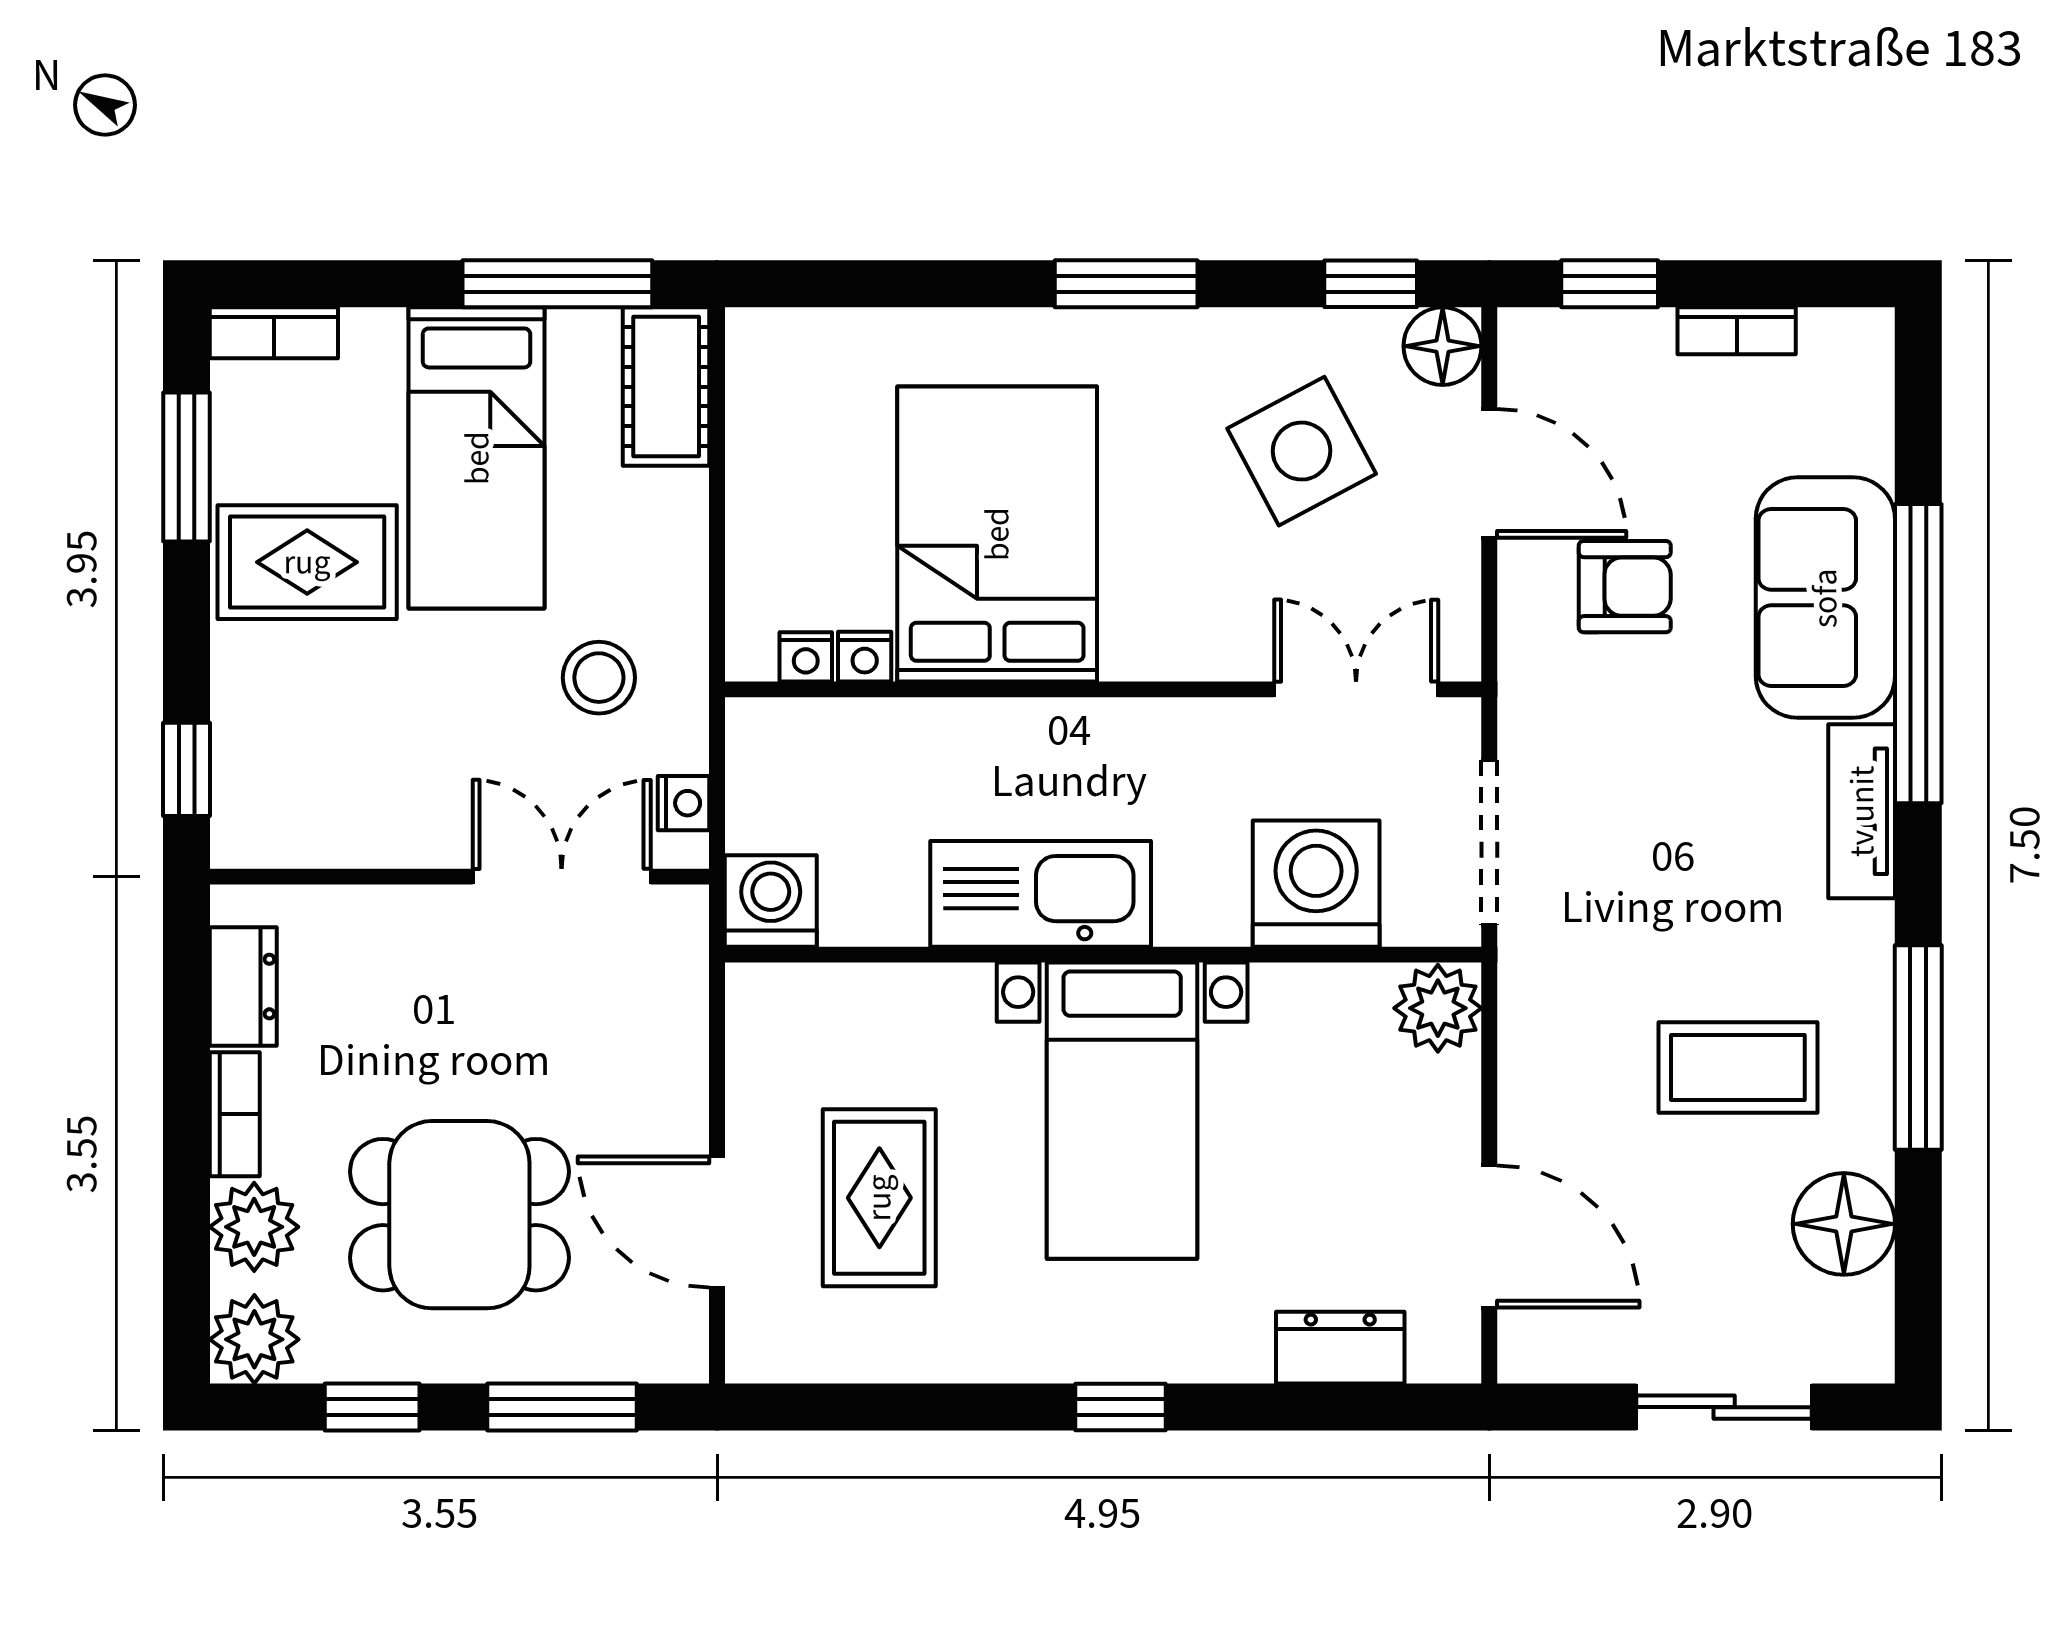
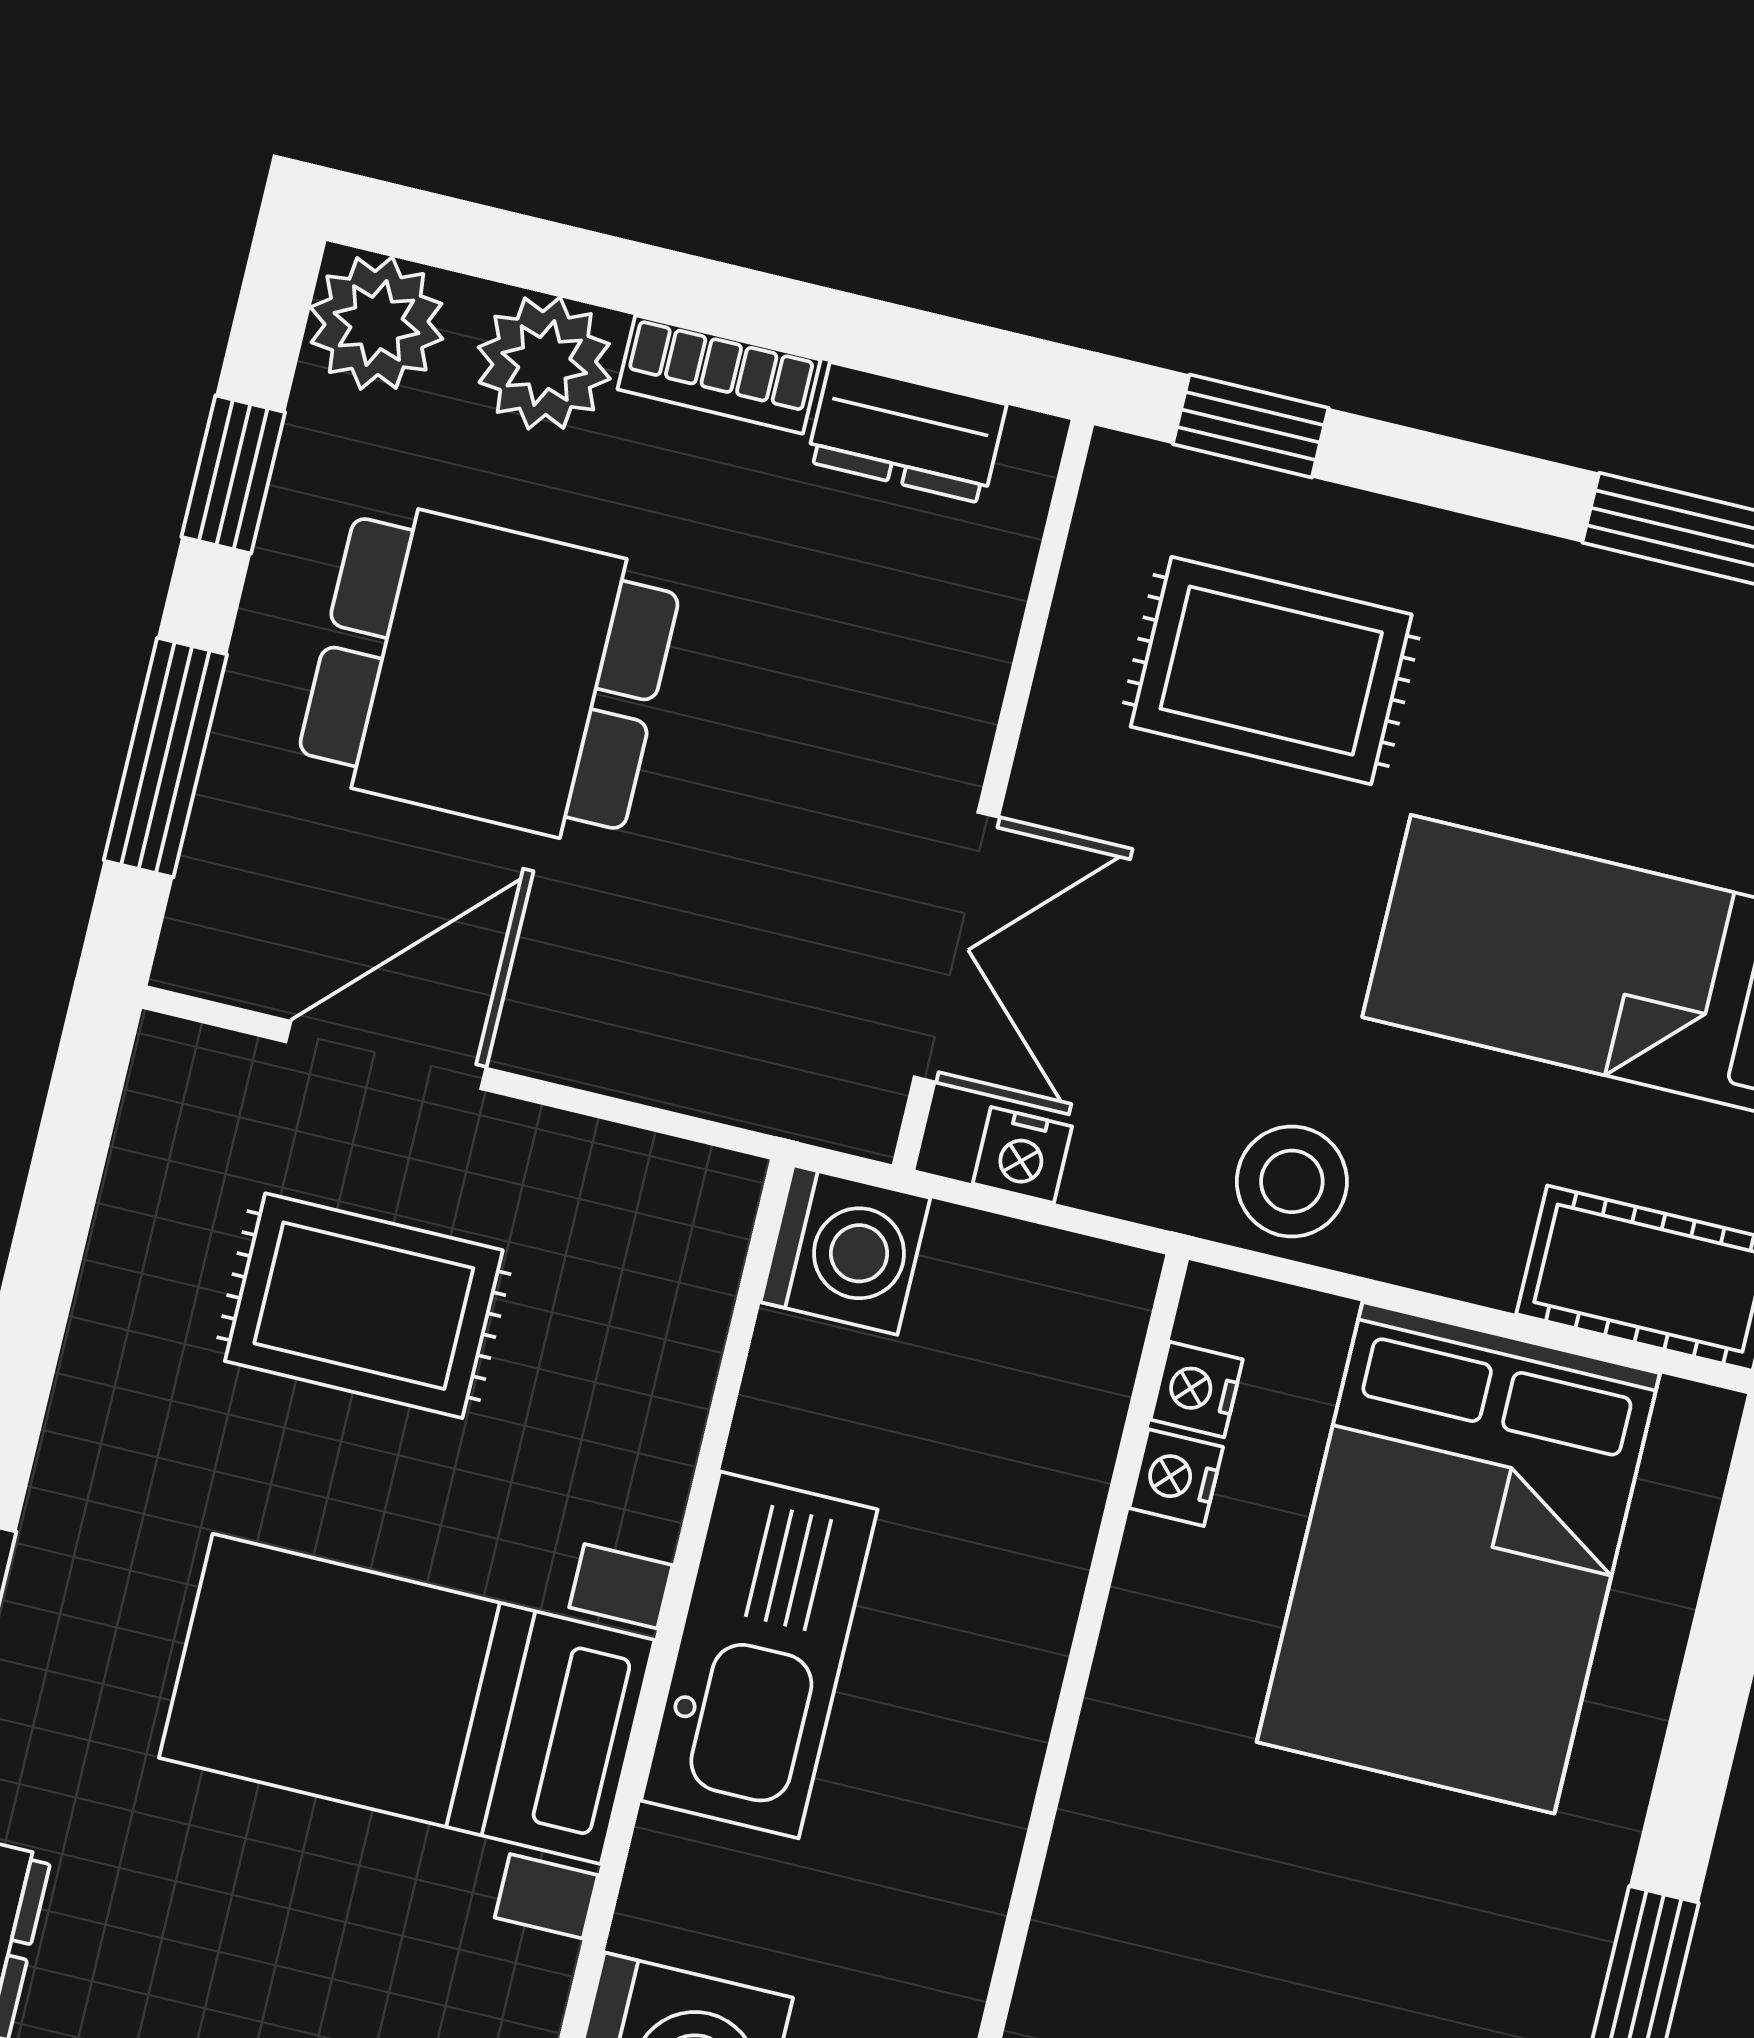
bed: (997, 534) -> (1458, 1558), moved, turned 90
rug: (307, 562) -> (1271, 671), moved, turned 90
stool: (599, 678) -> (1292, 1181), moved
dining table: (459, 1215) -> (489, 674), turned 90

